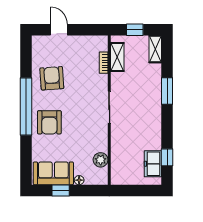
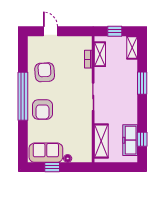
plant: (101, 160) -> (86, 141), removed
shelving: (119, 160) -> (101, 141), added
freezer: (153, 164) -> (130, 140), width x1.40

